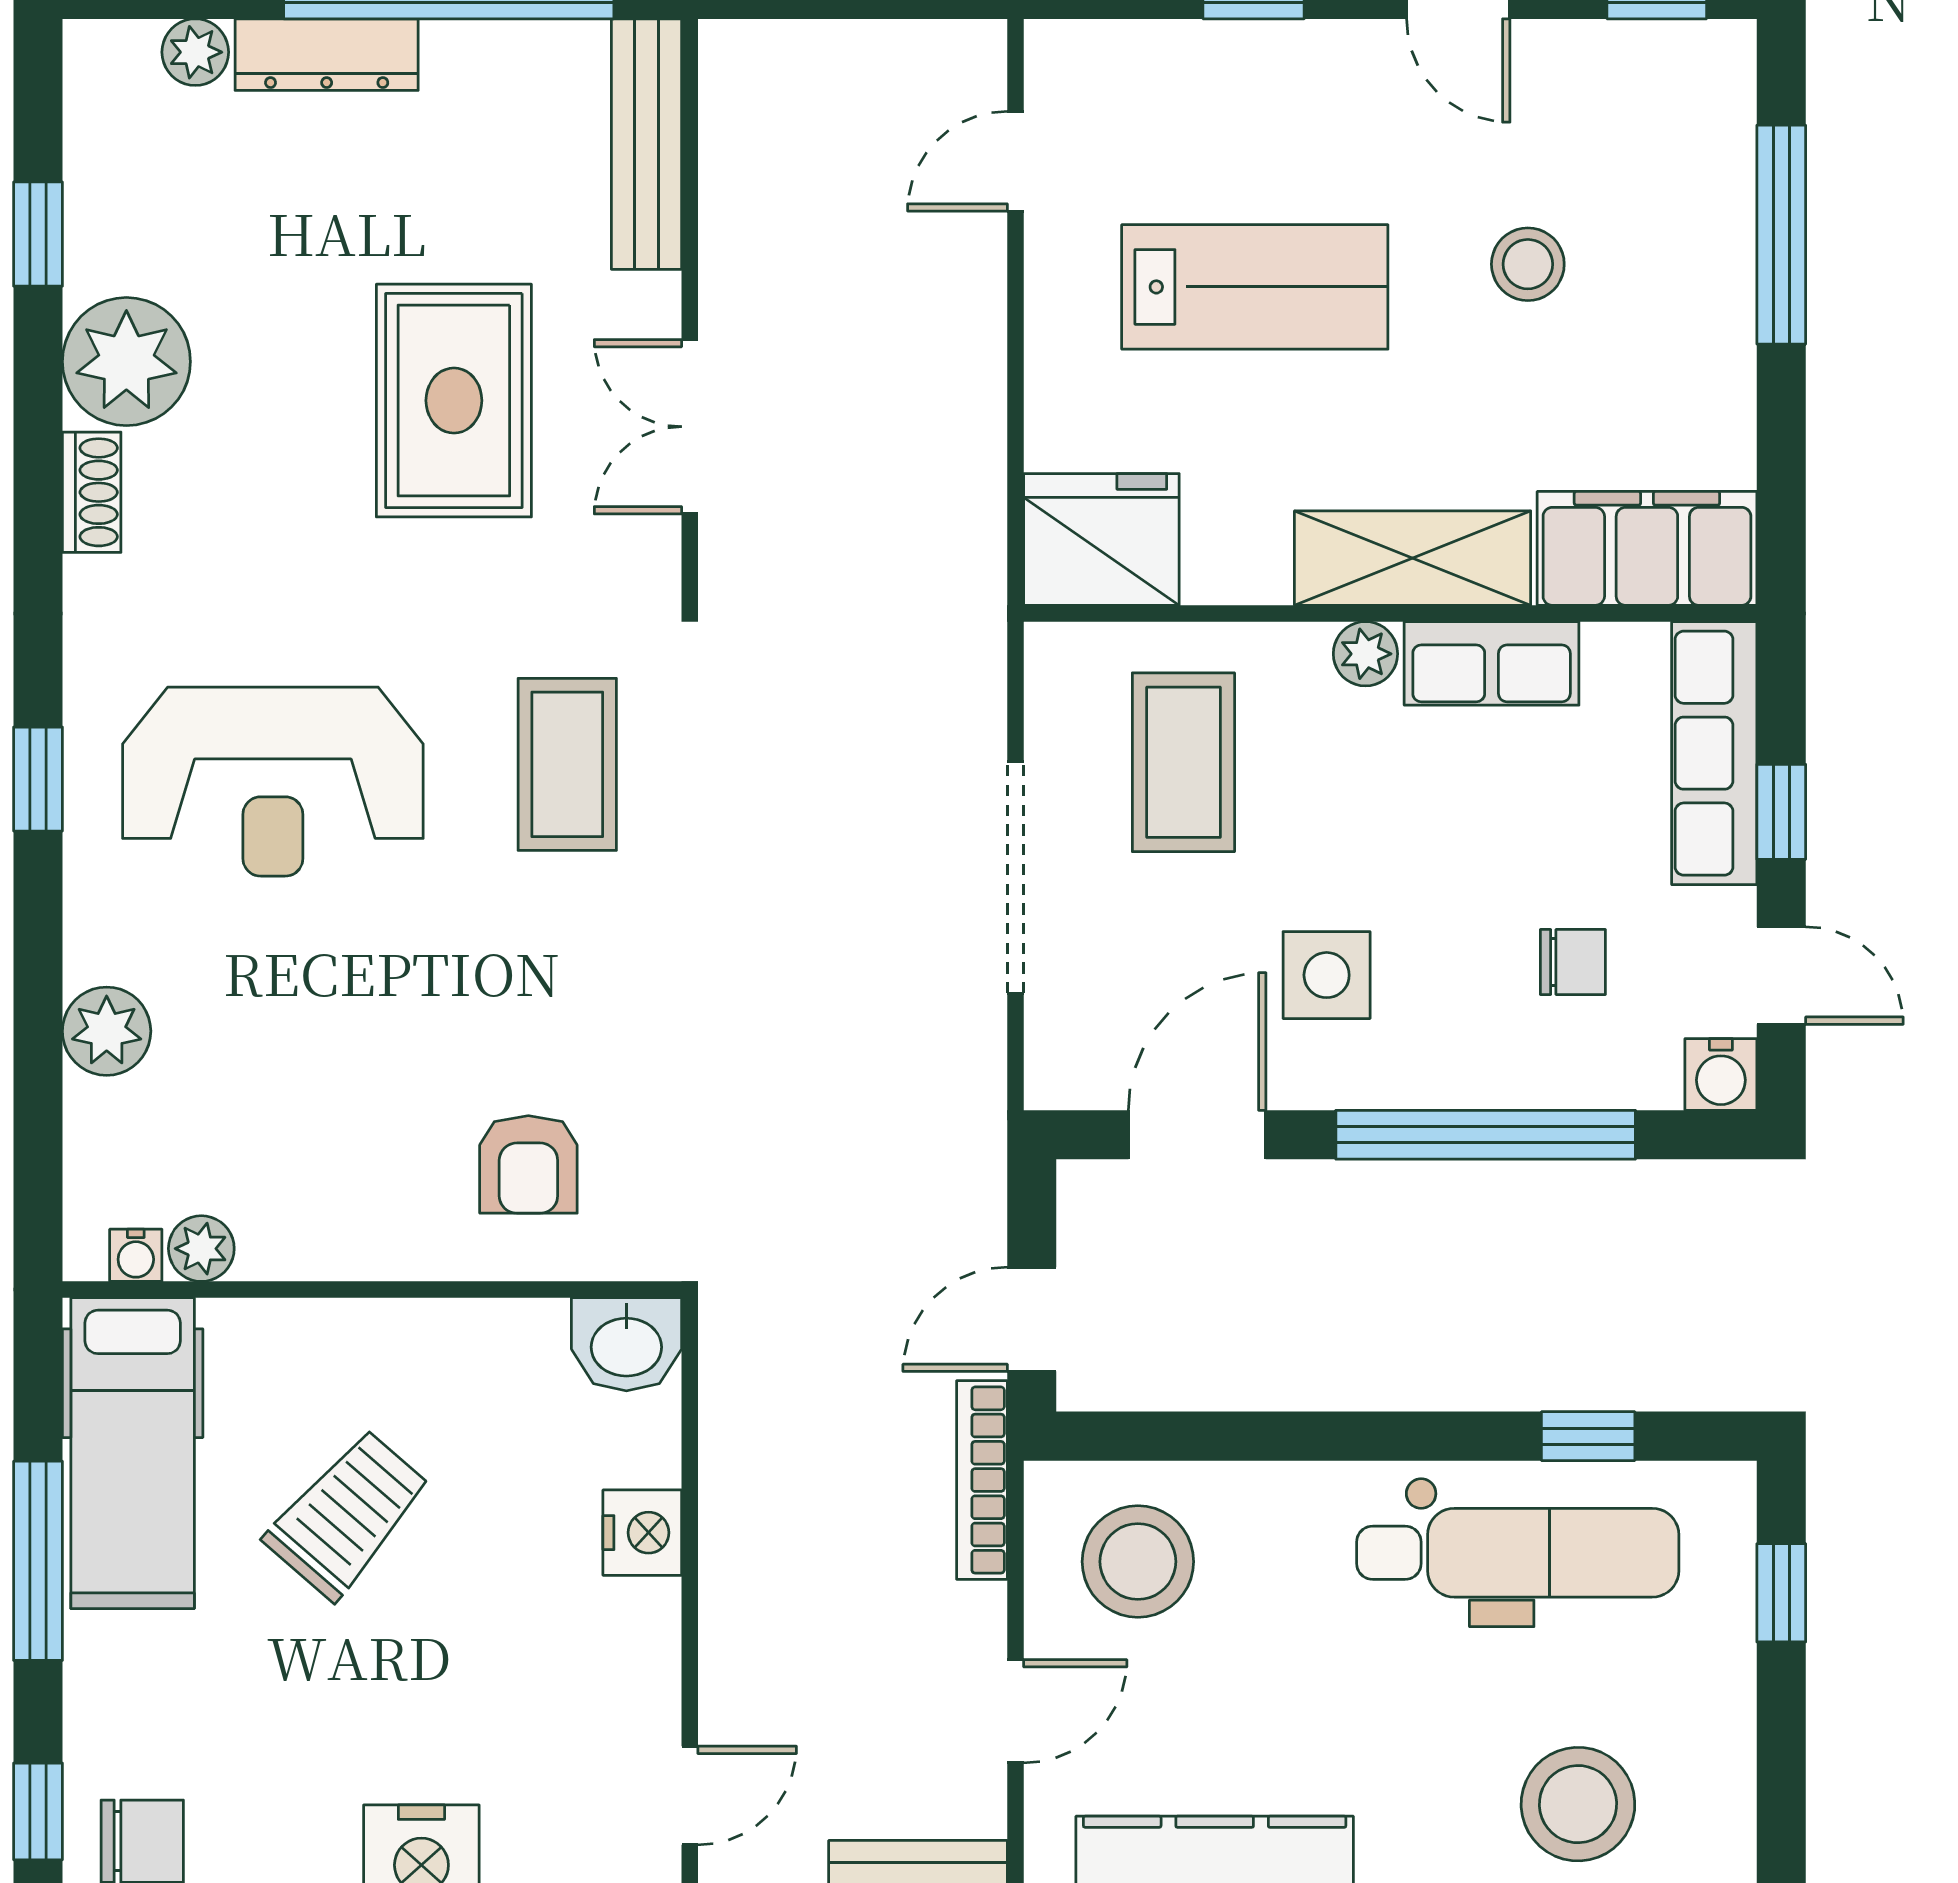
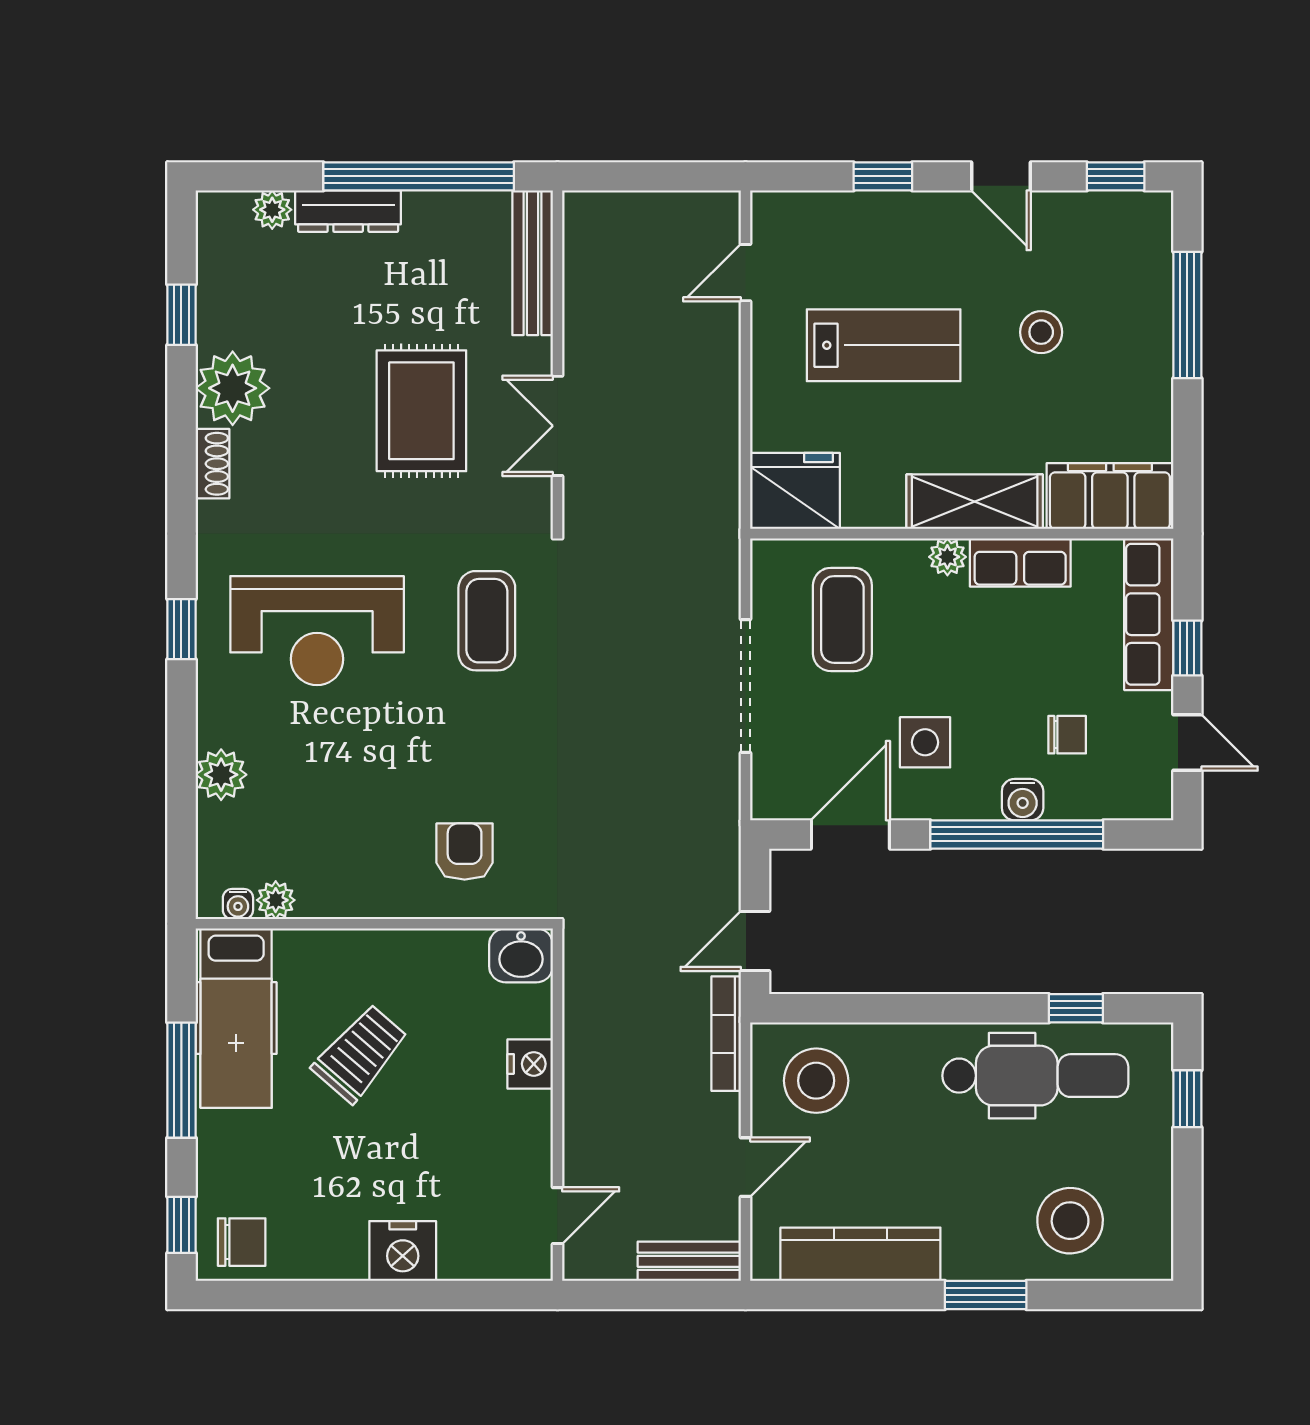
water cooler: (1721, 1074) -> (1023, 800), moved
armchair: (528, 1164) -> (465, 852), turned 180

